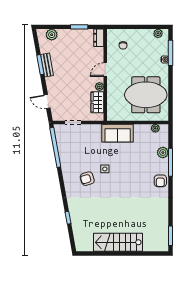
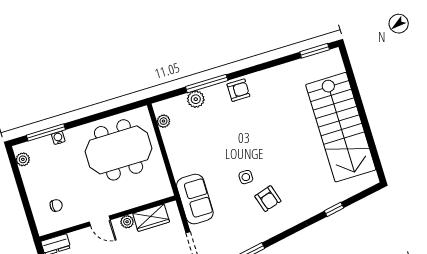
meeting table: (146, 95) -> (119, 150), turned 90
sofa: (118, 133) -> (195, 199), moved
stairs: (118, 242) -> (341, 127), width x1.36, depth x1.51

